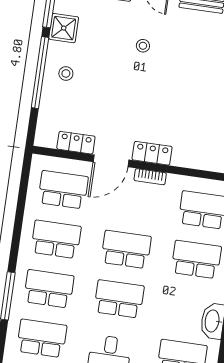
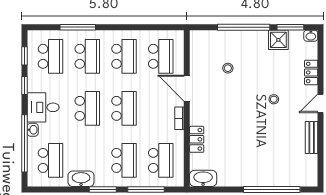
stool: (66, 73) -> (228, 68), moved
locker: (76, 143) -> (196, 61), removed
locker: (152, 153) -> (197, 139), moved

